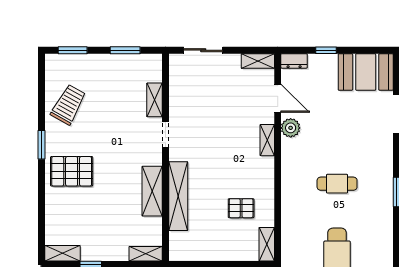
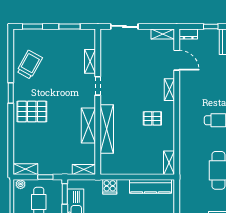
plant: (291, 128) -> (186, 81), removed
pallet: (241, 208) -> (152, 118), moved

